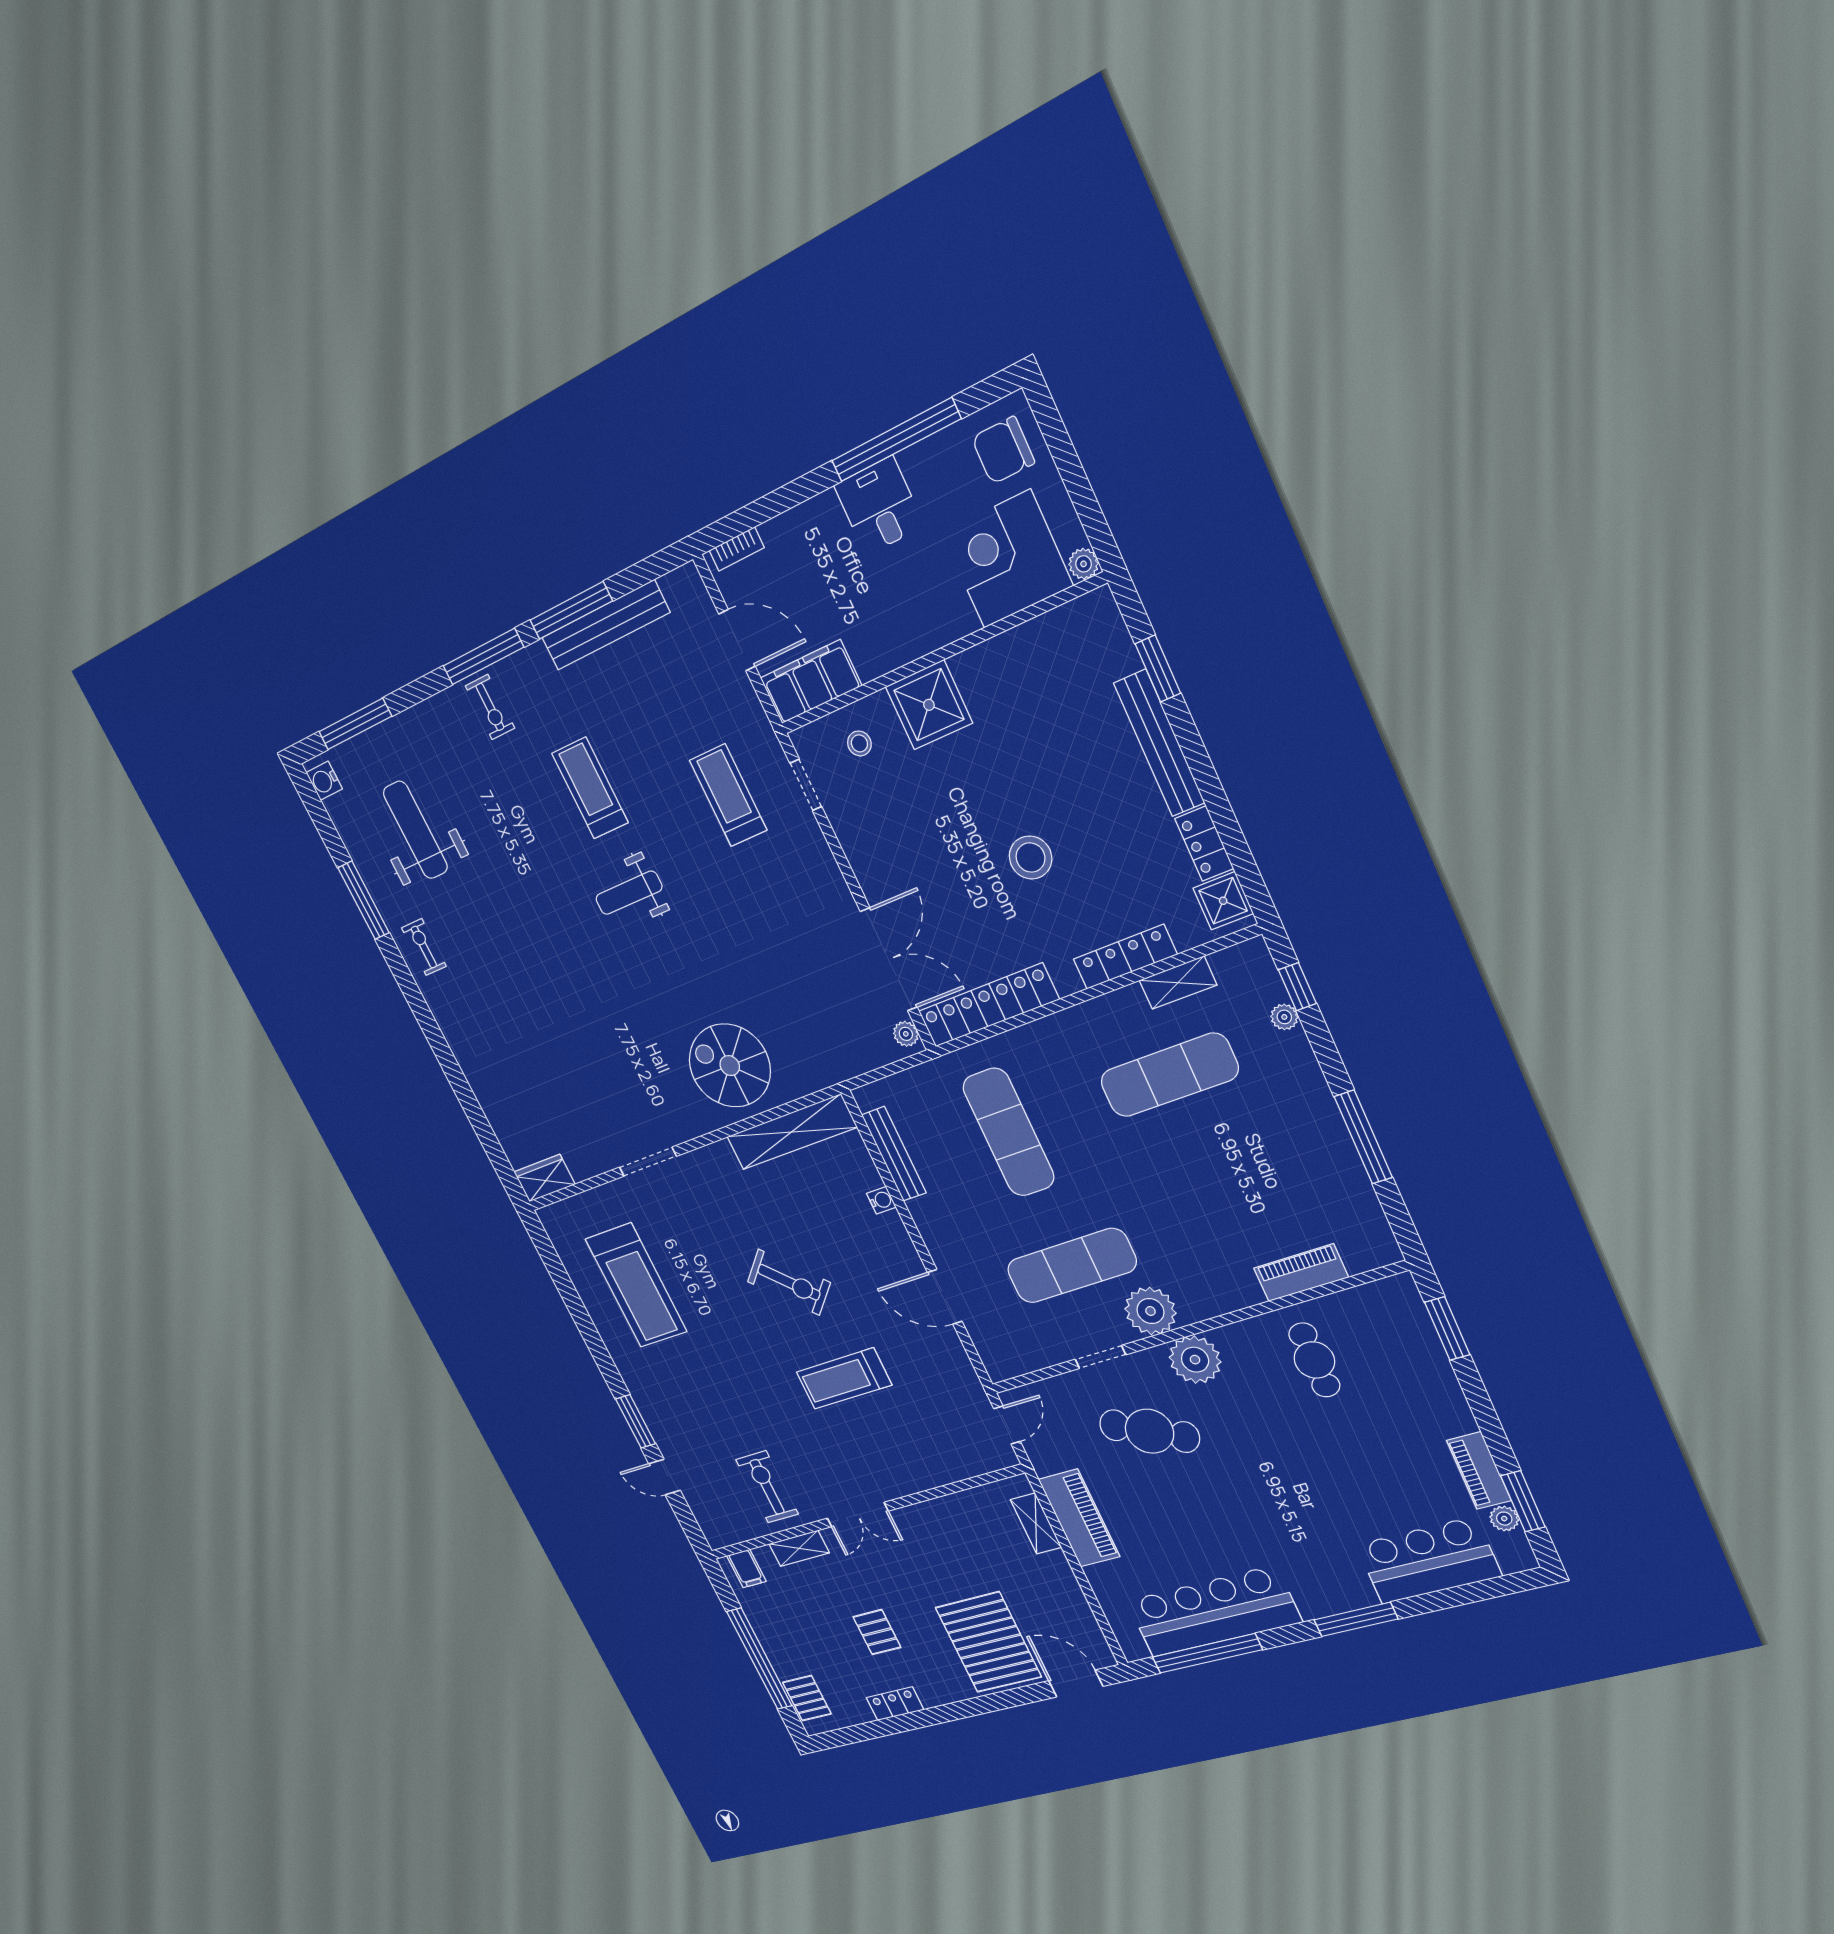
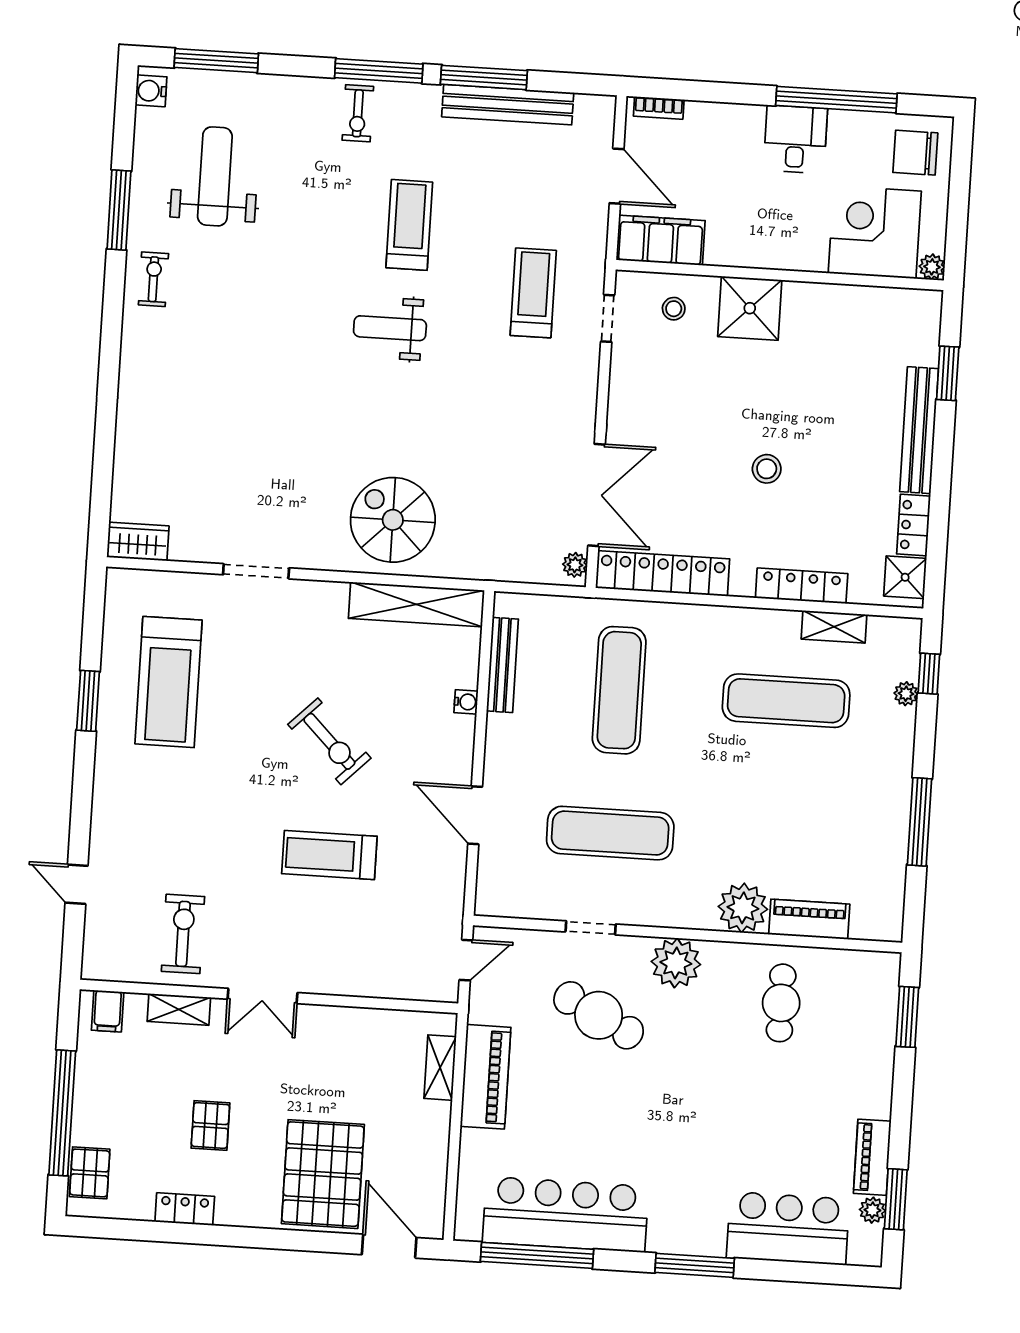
stool: (1031, 857) -> (767, 469), width x0.73, depth x0.73
plant: (1150, 1311) -> (743, 908), moved
window: (636, 1421) -> (88, 701), moved

